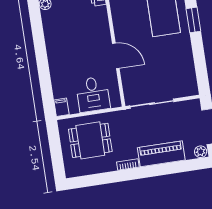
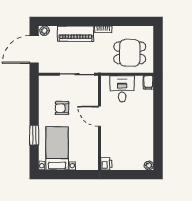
armchair: (164, 59) -> (62, 108), added

